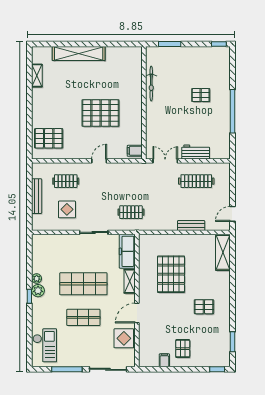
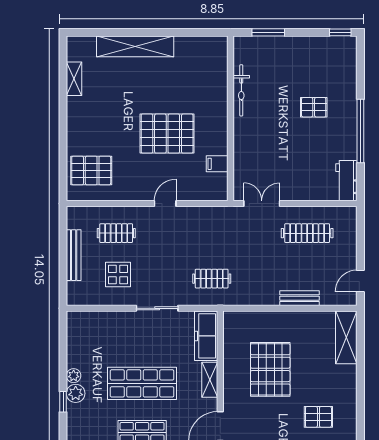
filing cabinet: (135, 151) -> (217, 164), moved
workbench: (196, 152) -> (346, 181), moved, turned -90

